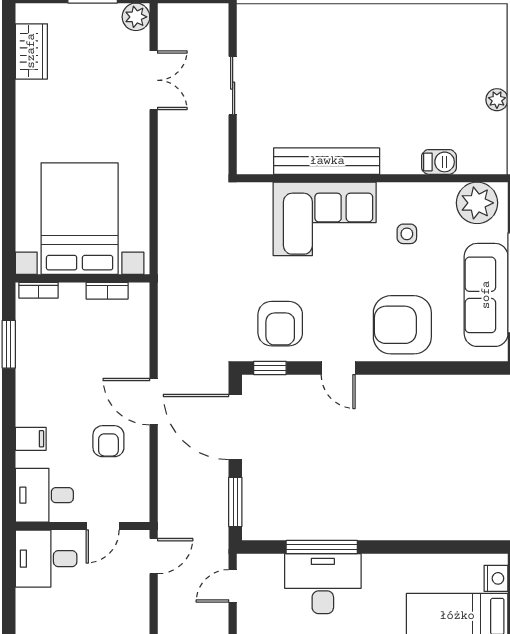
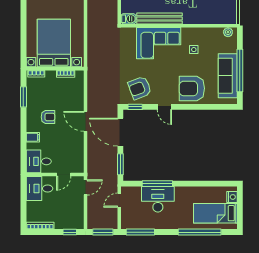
barbecue: (439, 162) -> (128, 19), moved
plant: (477, 203) -> (228, 32), width x0.53, depth x0.53
armchair: (280, 324) -> (140, 88), turned 69
armchair: (108, 441) -> (48, 117), moved, turned -90

